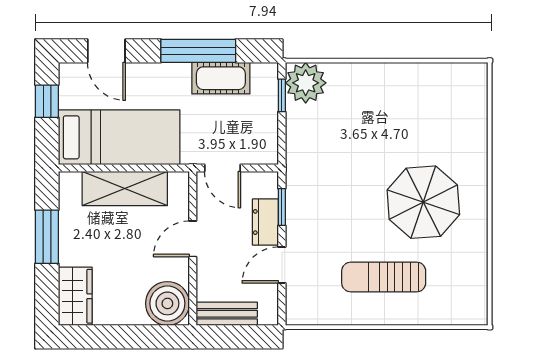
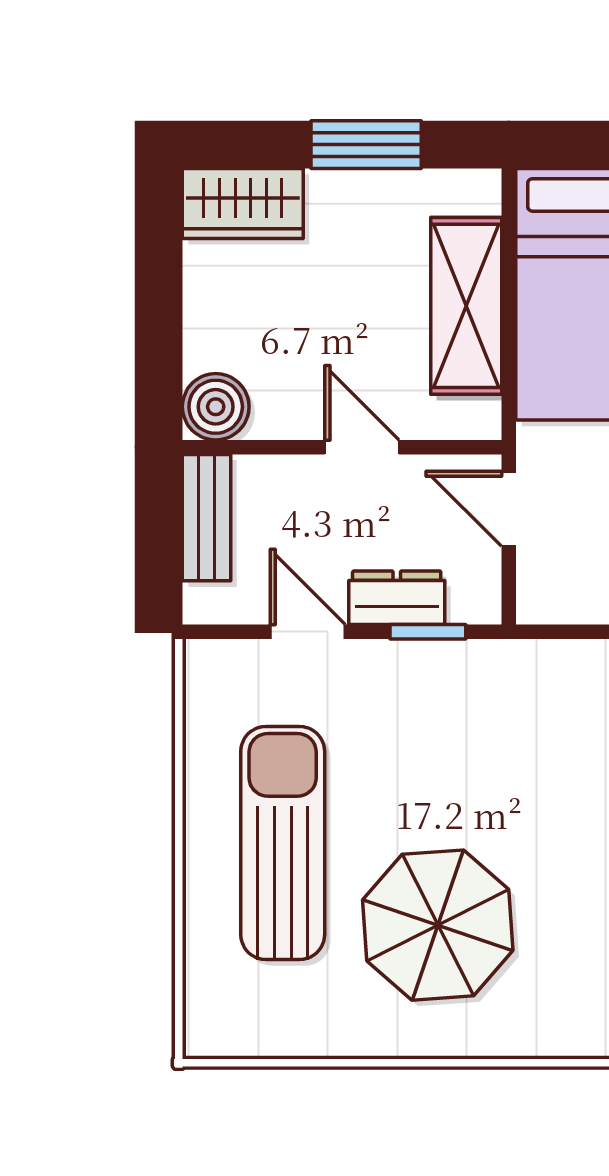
door: (223, 168) -> (509, 509), hinge flipped
sun lounger: (384, 277) -> (283, 843), width x1.36, depth x1.34
boiler: (167, 303) -> (216, 407), width x0.73, depth x0.73

